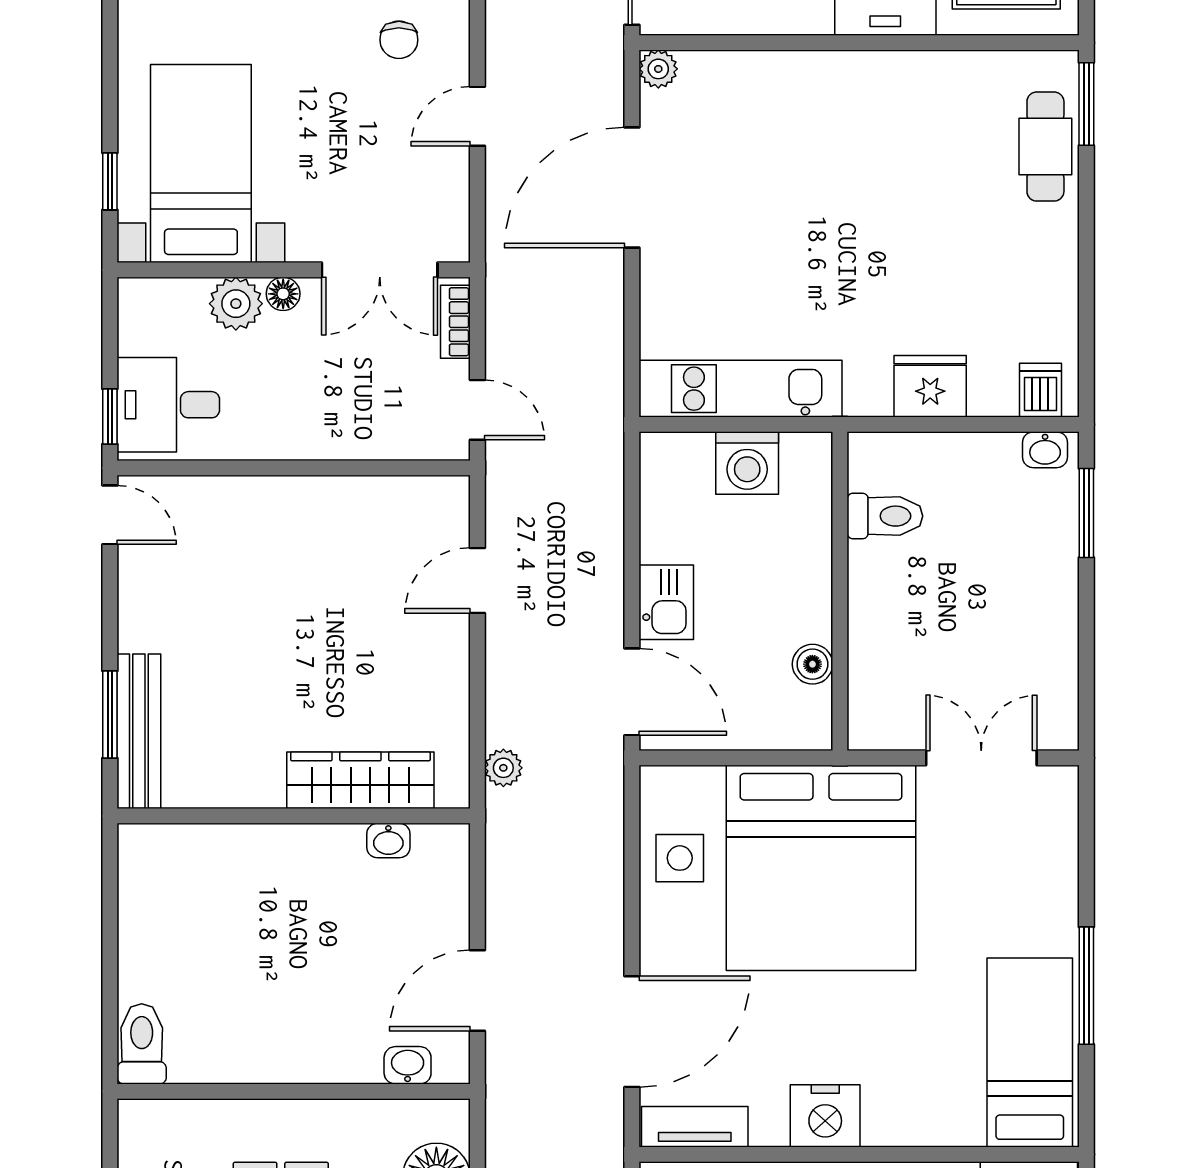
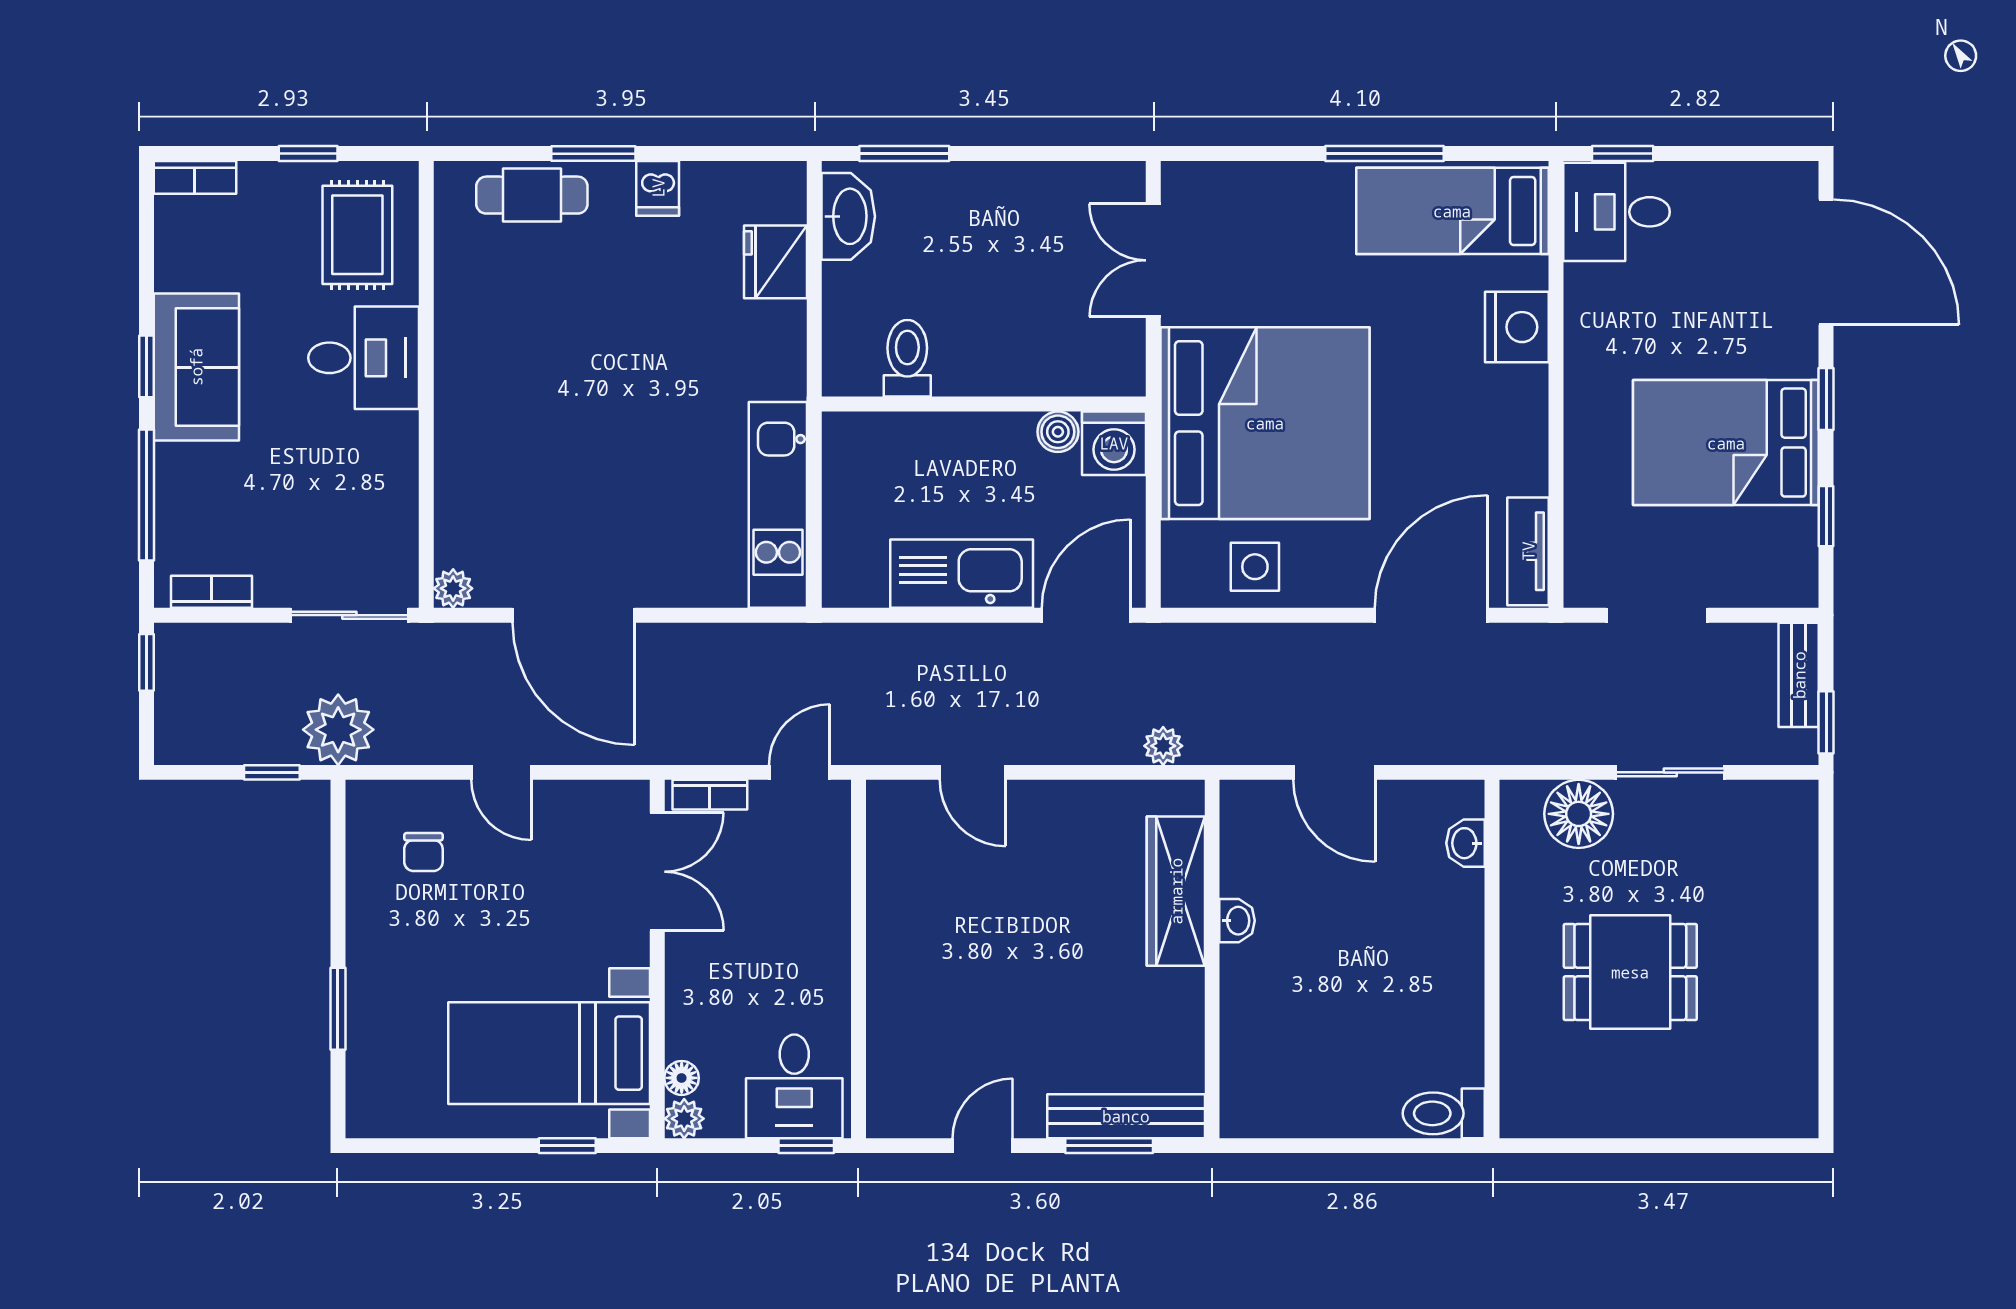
chair: (399, 40) -> (423, 852), turned 90
window: (1086, 104) -> (593, 154), moved
floor lamp: (283, 294) -> (682, 1078), moved
plant: (236, 304) -> (684, 1119), moved, width x0.73, depth x0.73
fridge: (930, 386) -> (775, 262), moved
dishwasher: (1040, 390) -> (658, 188), moved, turned -90
washbasin: (1045, 450) -> (848, 216), width x1.91, depth x1.45
washing machine: (747, 463) -> (1114, 443), moved, turned 90
door: (110, 515) -> (983, 1146), moved
kitchen sink: (666, 602) -> (962, 574), width x1.88, depth x1.24
washbasin: (388, 841) -> (1237, 921), moved
door: (477, 991) -> (1334, 772), moved
door: (632, 1032) -> (1431, 615), hinge flipped
nightstand: (825, 1116) -> (1517, 327), moved

